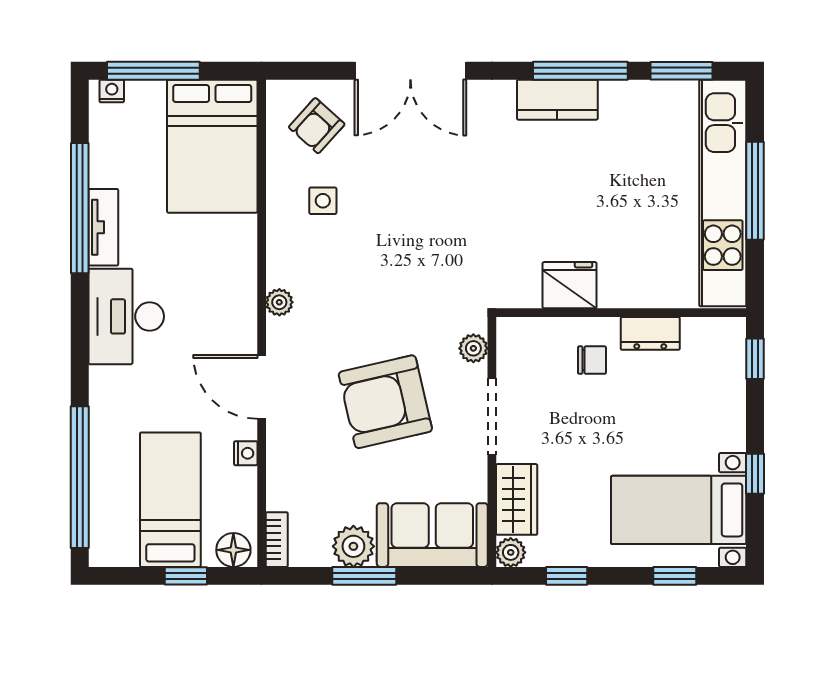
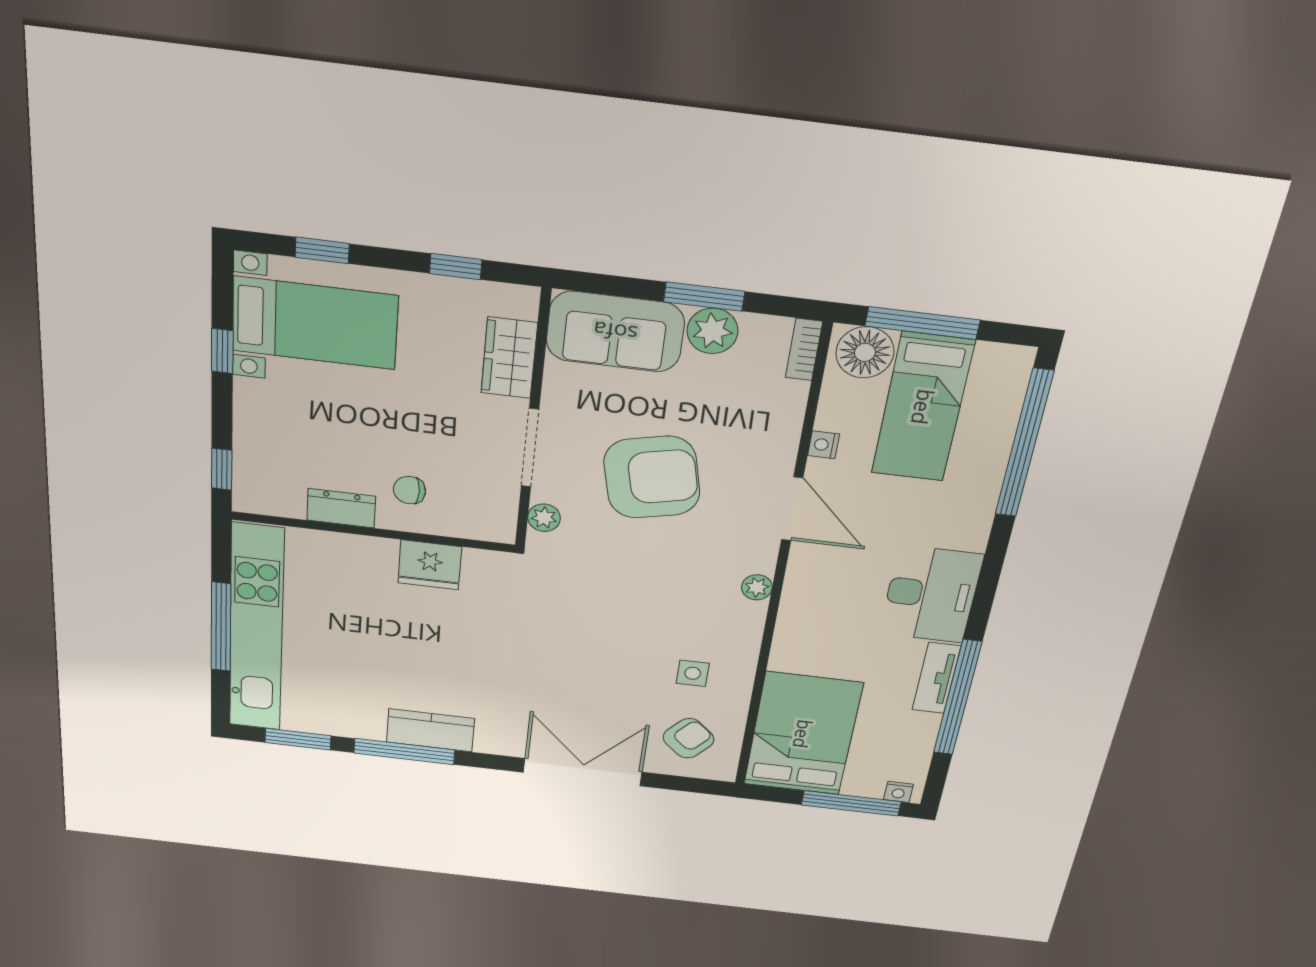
floor lamp: (233, 550) -> (865, 352), width x1.38, depth x1.38
plant: (511, 552) -> (522, 301), removed
window: (186, 576) -> (922, 323), width x2.17

